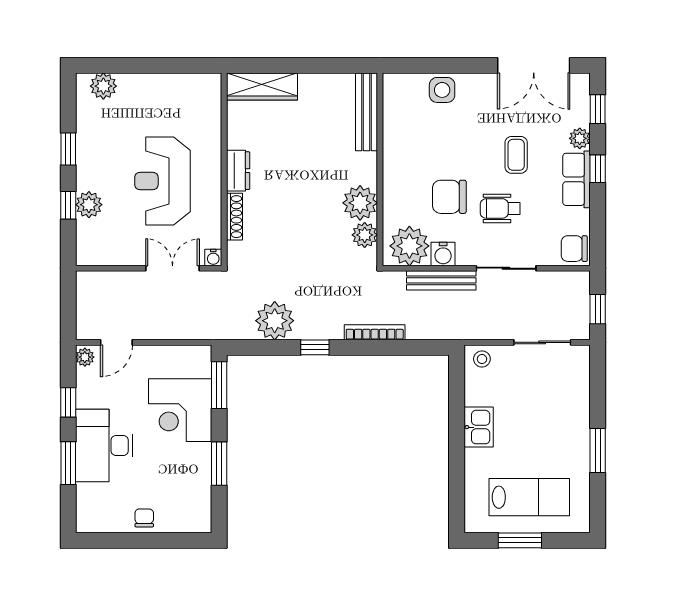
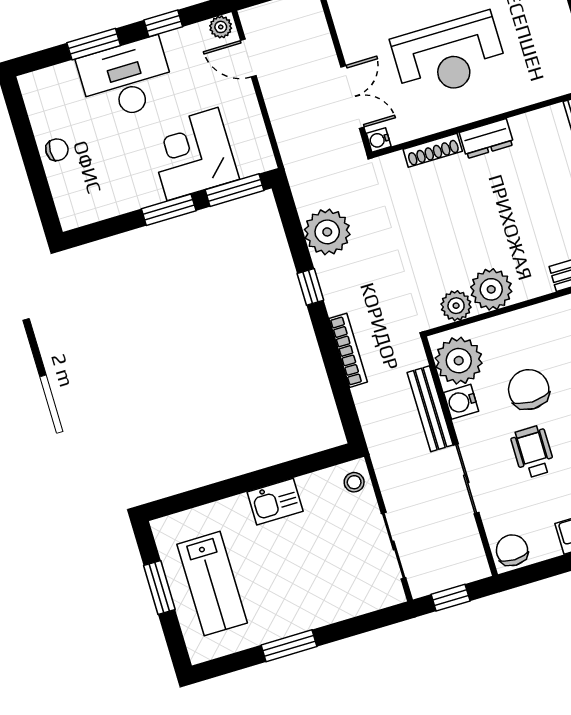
reception desk: (162, 181) -> (449, 56), turned 180
window: (219, 464) -> (169, 210), moved

